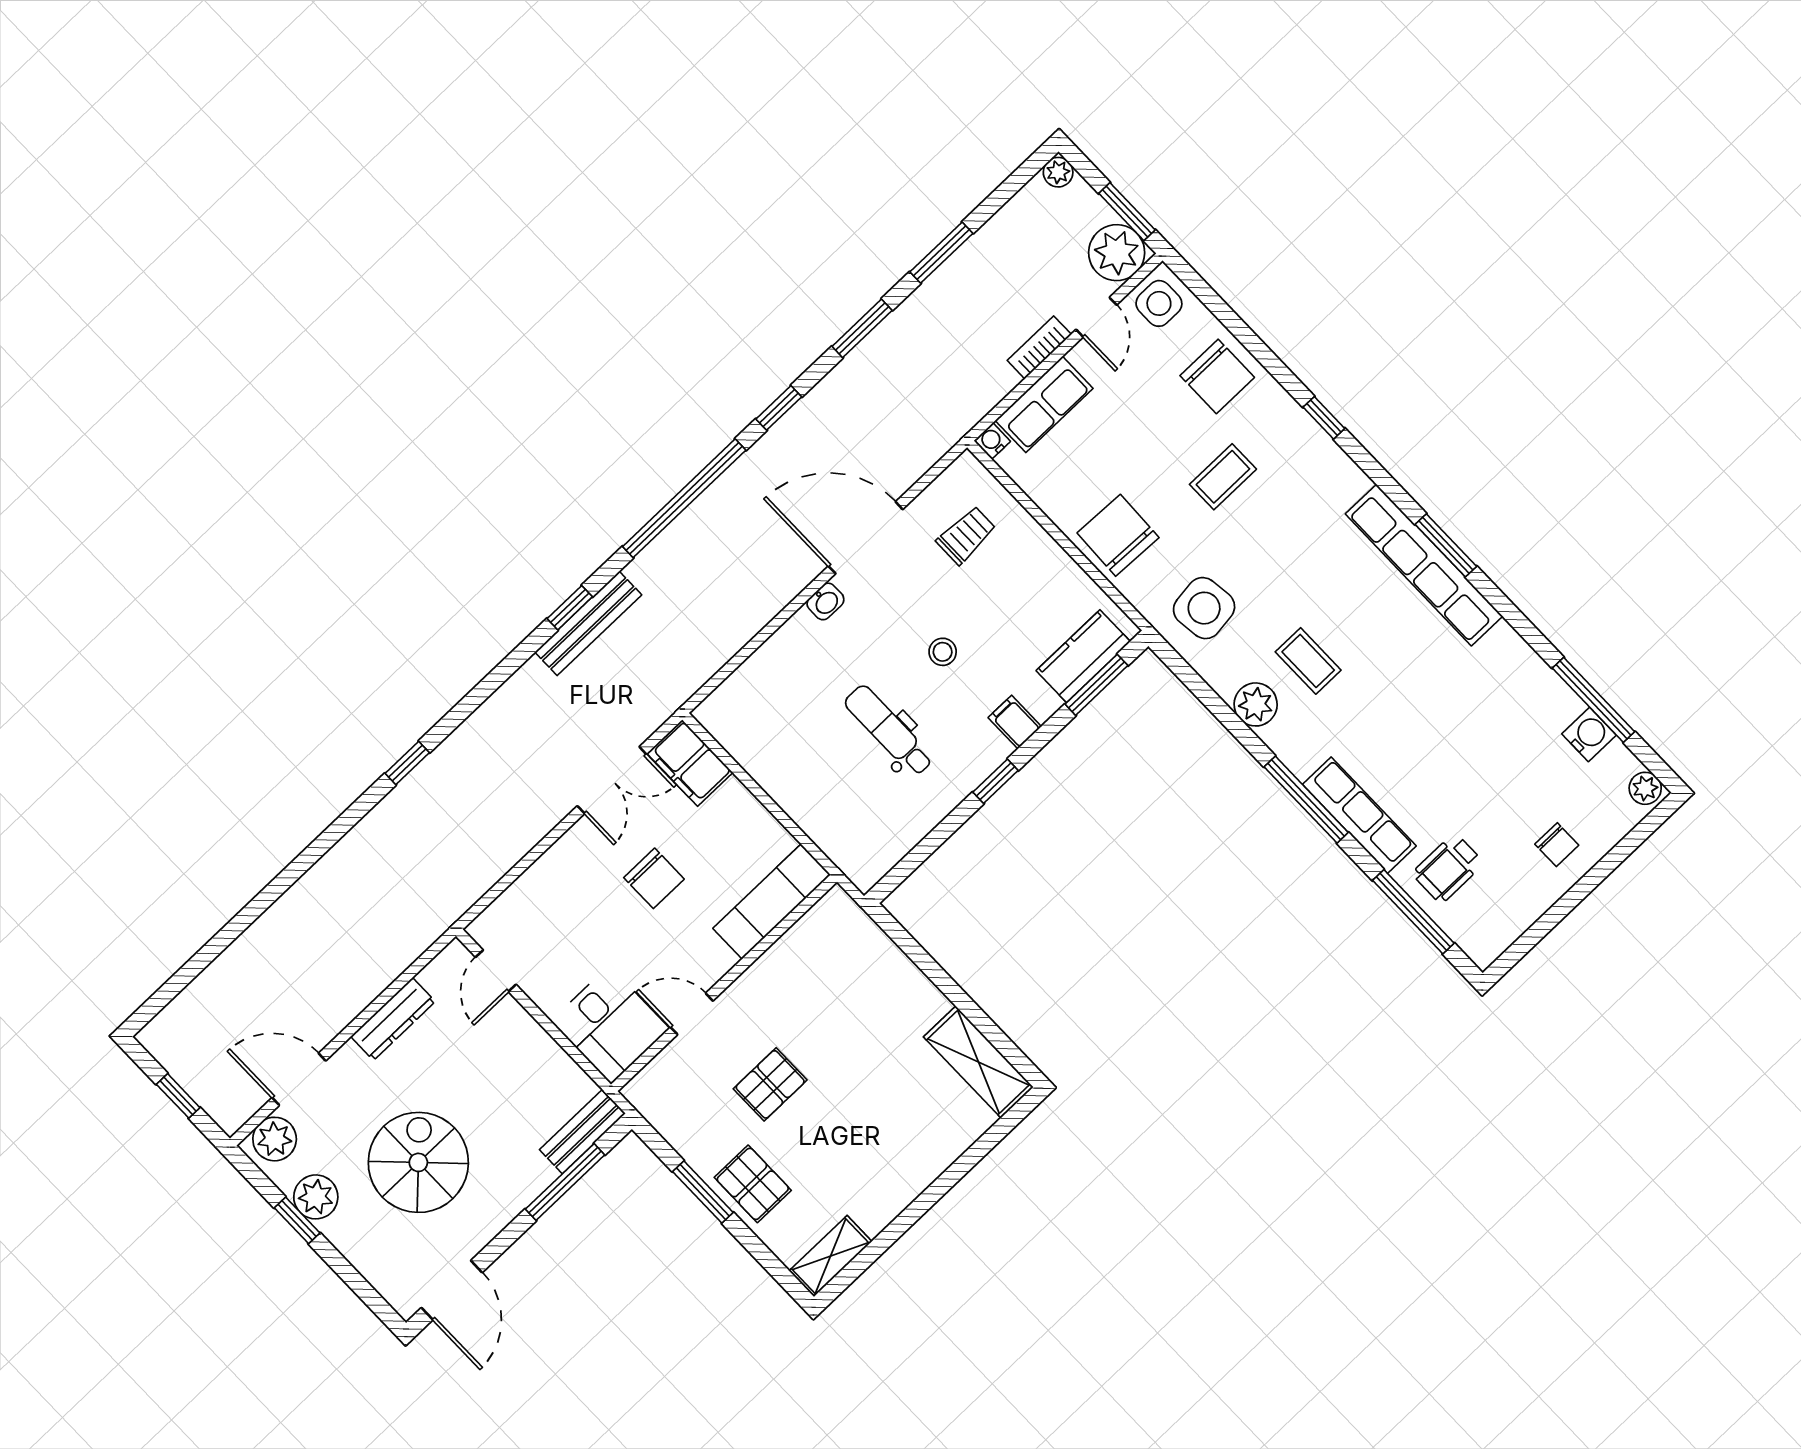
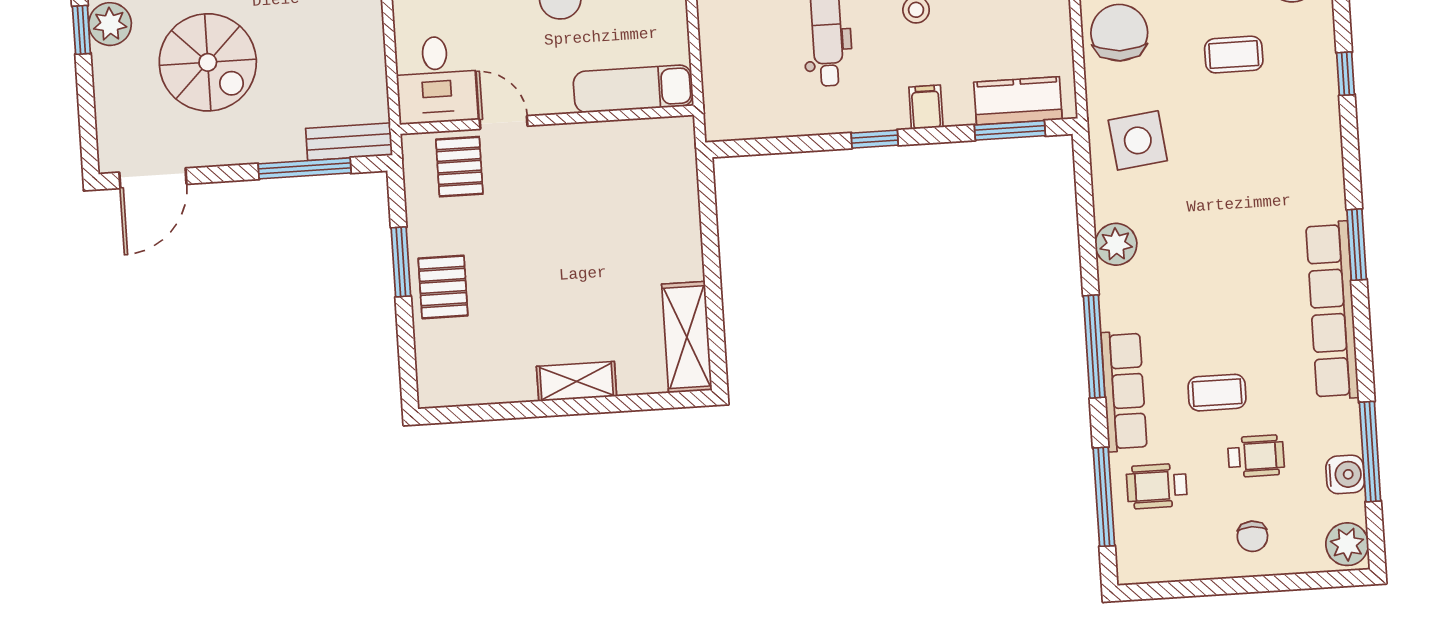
row of seats: (1424, 565) -> (1332, 310), moved
coffee table: (1308, 661) -> (1217, 393), moved, turned 90
wheelchair: (1506, 779) -> (1256, 456), added
plant: (1645, 788) -> (1347, 544), width x1.38, depth x1.38
pallet: (770, 1084) -> (459, 167), moved, turned 90
spiral stairs: (418, 1162) -> (208, 62), turned 90
shelving: (830, 1256) -> (577, 381), moved

